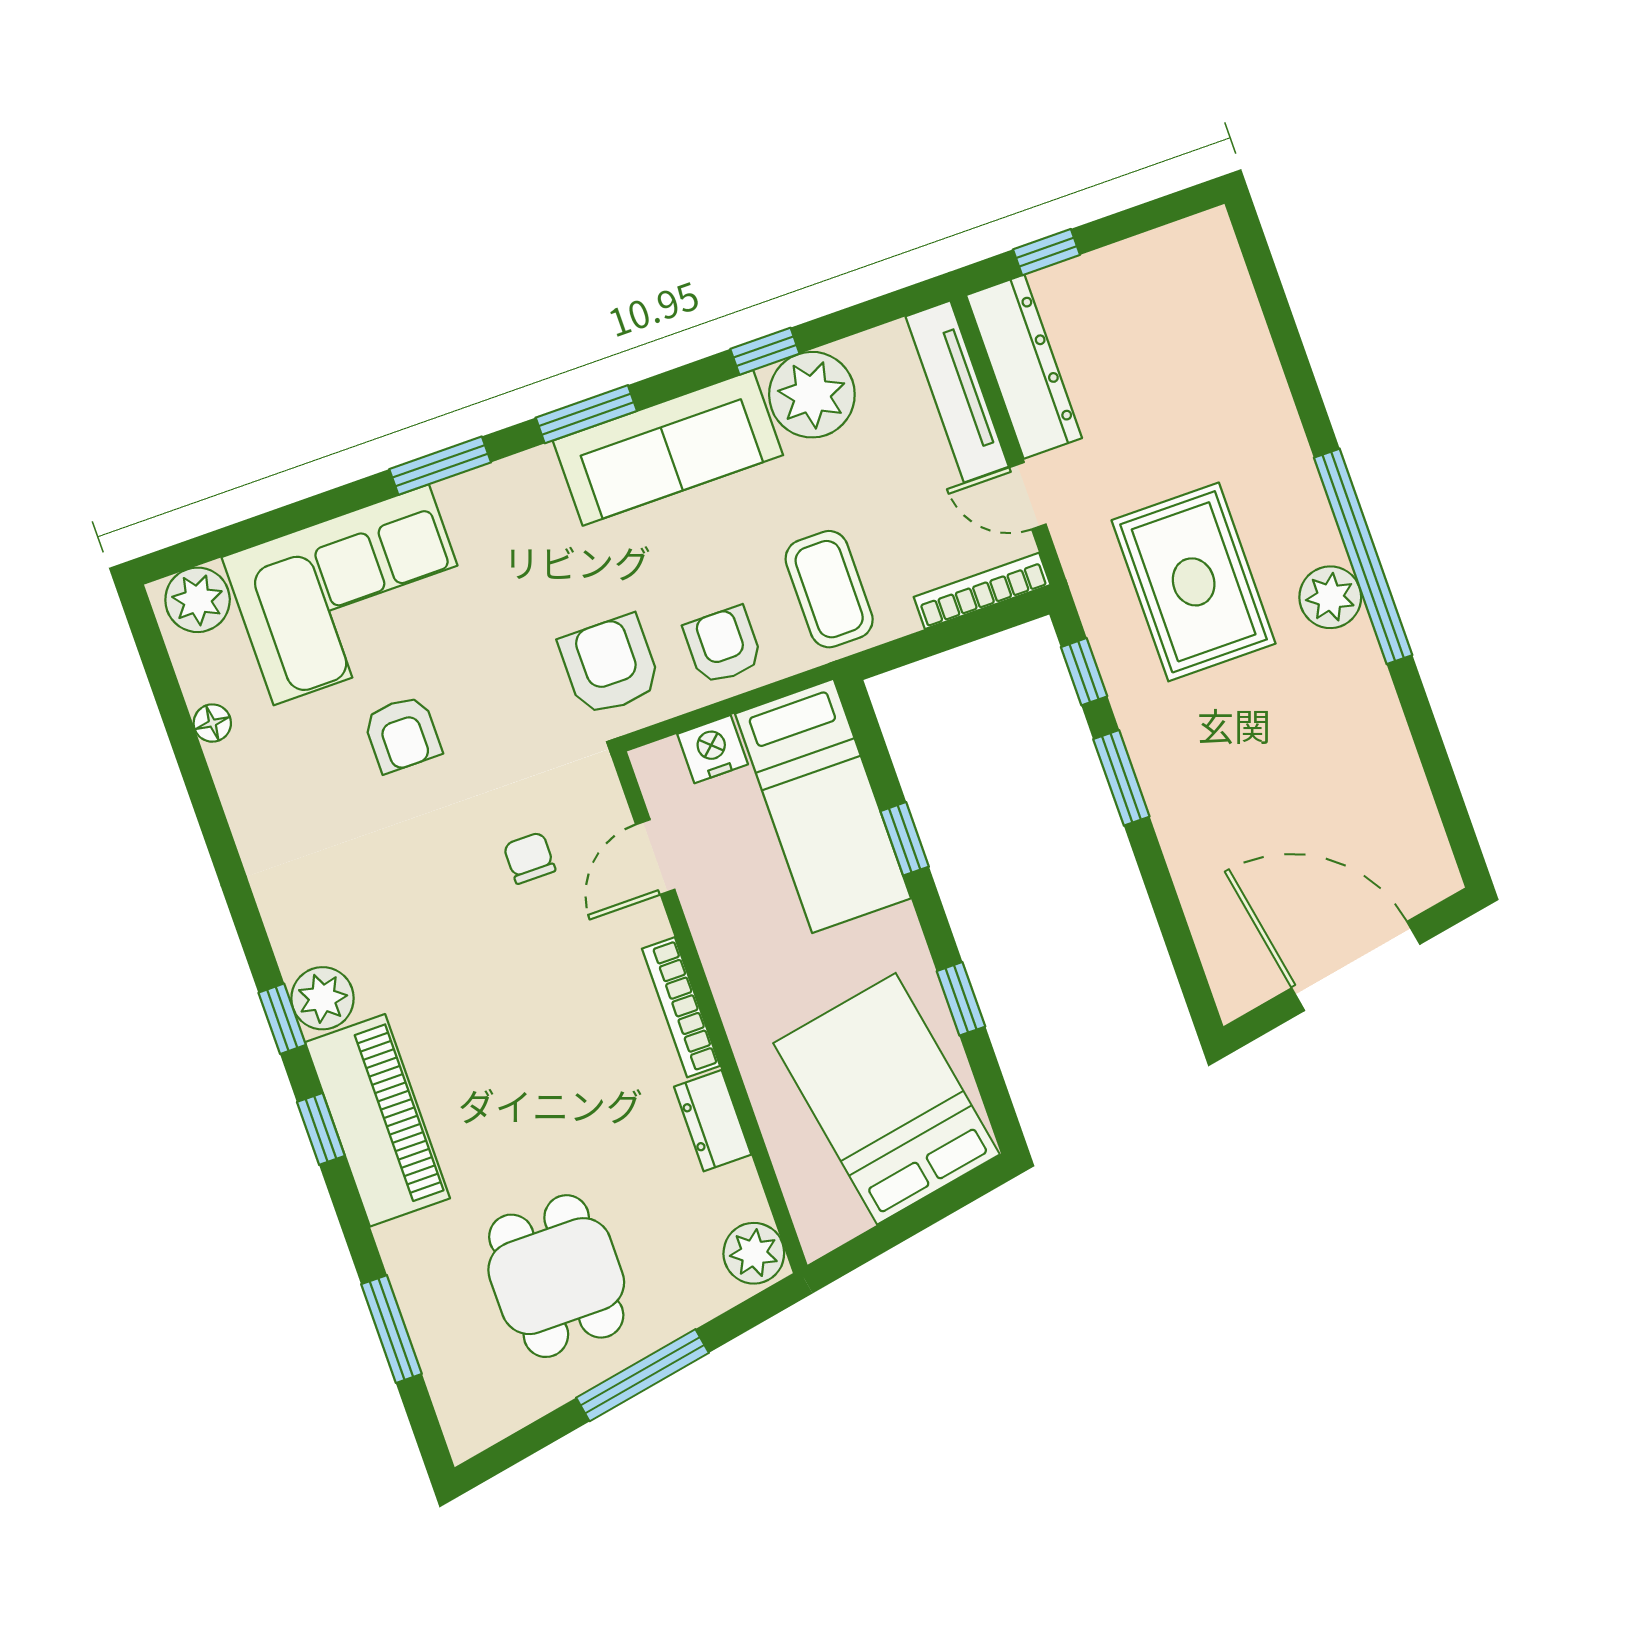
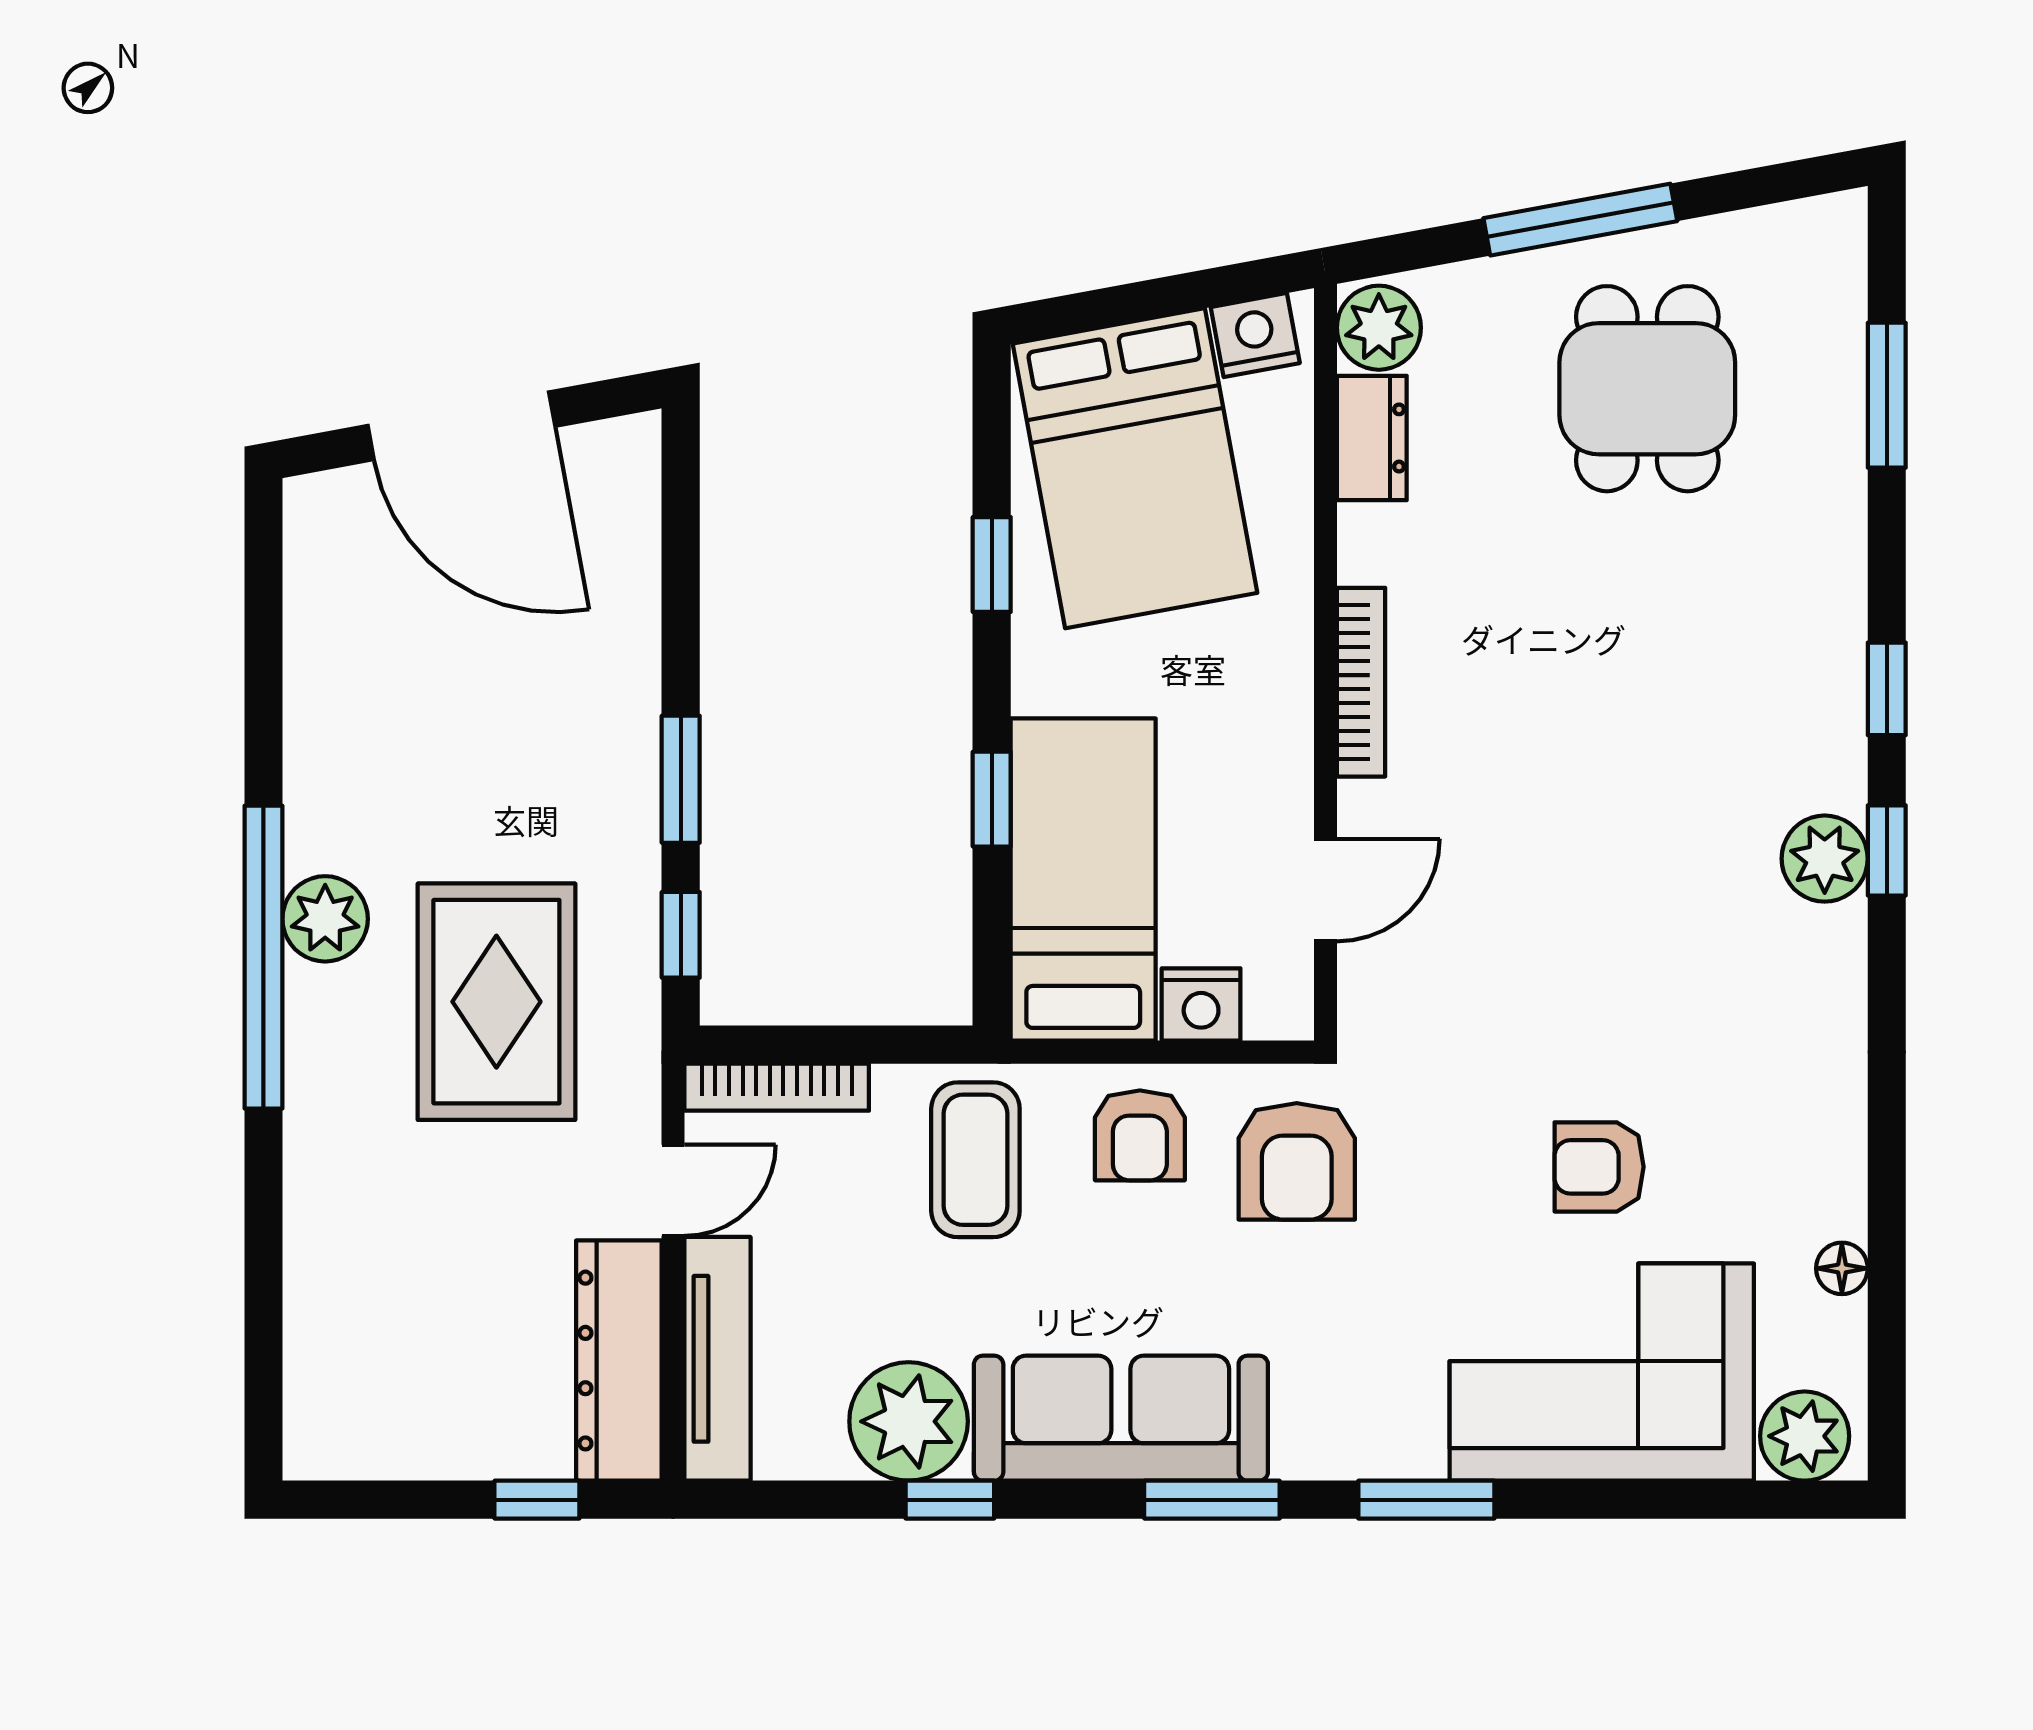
door: (1028, 496) -> (673, 1190), hinge flipped
armchair: (402, 734) -> (1599, 1167), turned -90
chair: (529, 858) -> (1490, 947), removed
piano: (377, 1120) -> (1809, 674), removed
dresser: (713, 1121) -> (1372, 438), moved
nightstand: (836, 1218) -> (1255, 335), added

